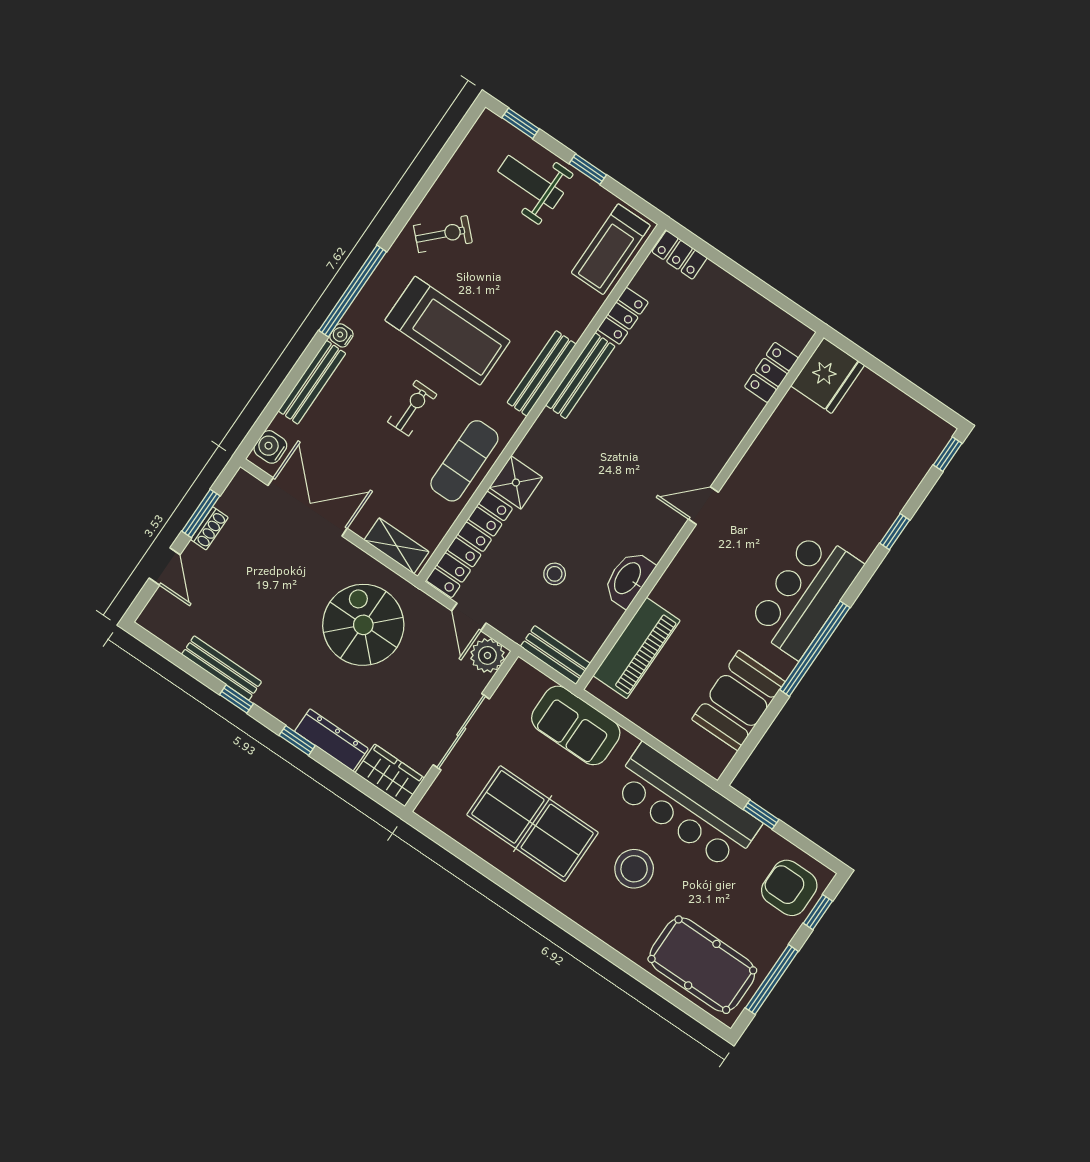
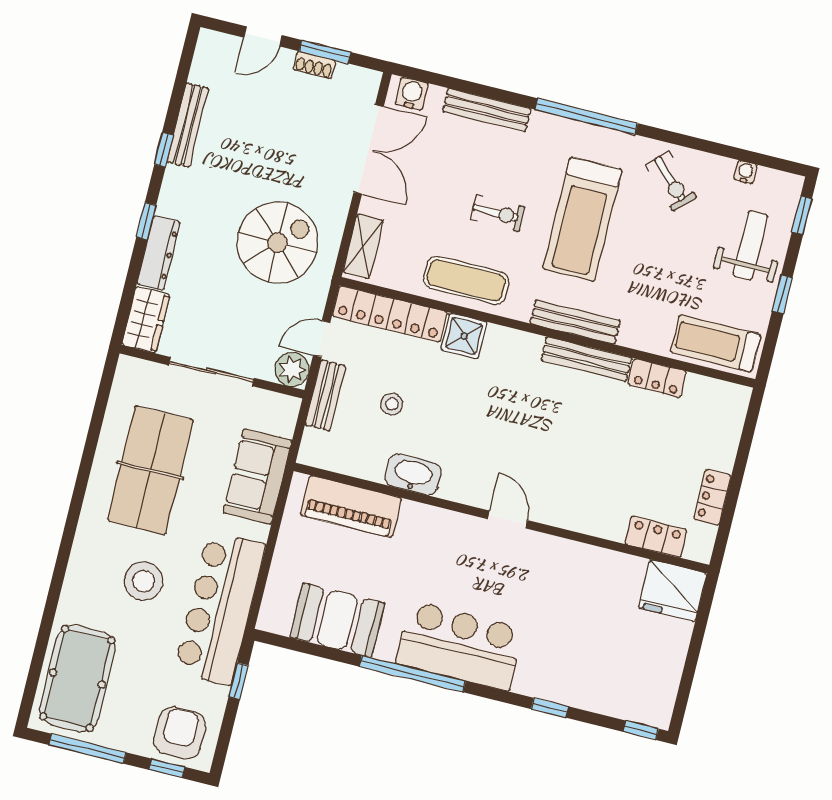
locker: (680, 255) -> (712, 497), moved
water cooler: (341, 335) -> (745, 172), moved
bench: (555, 655) -> (325, 395), moved

